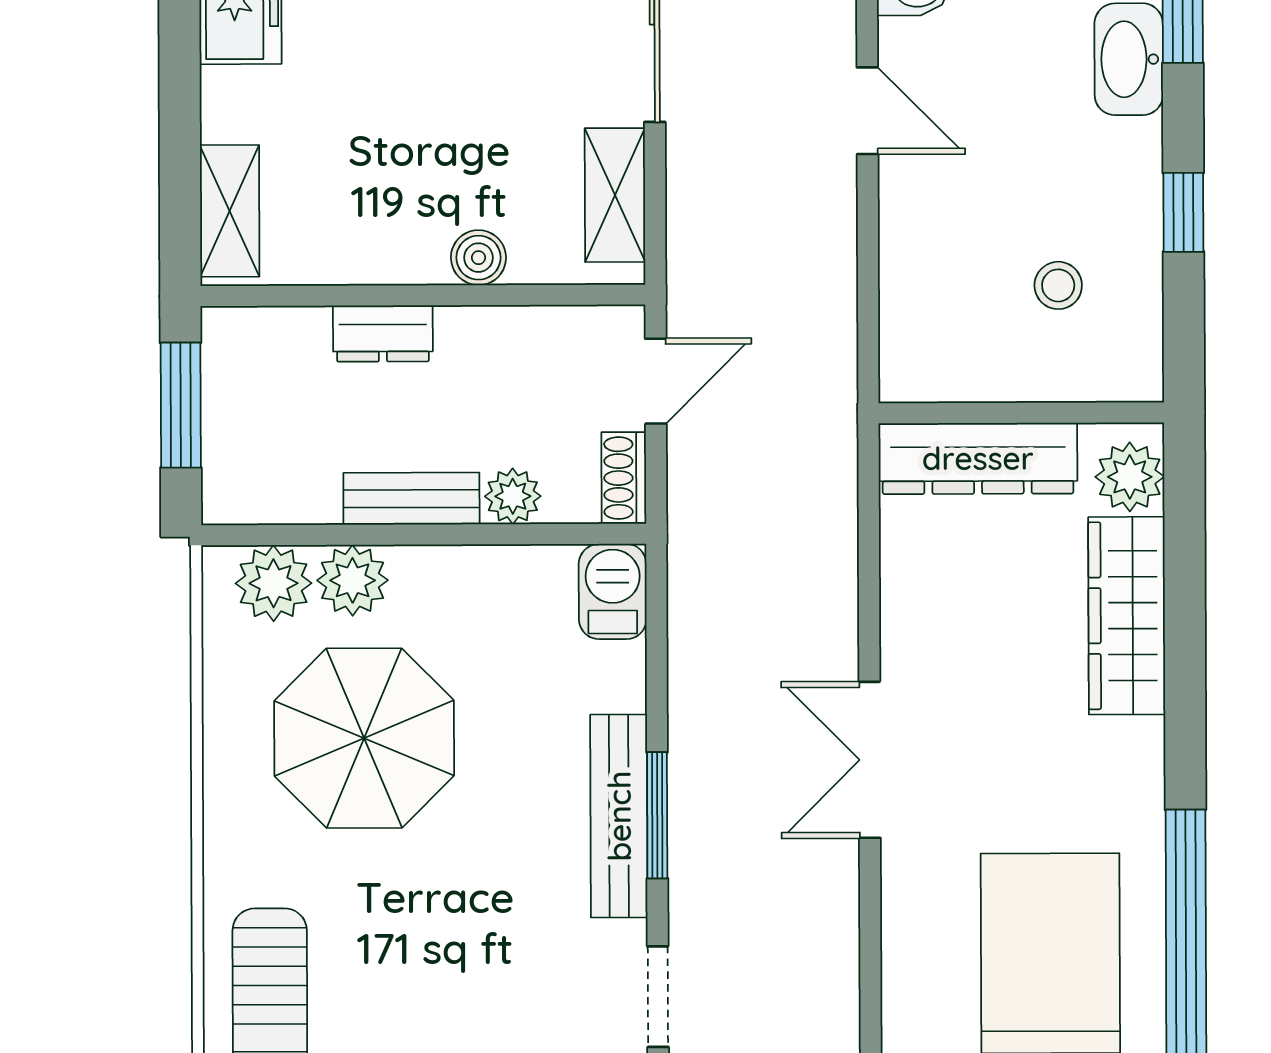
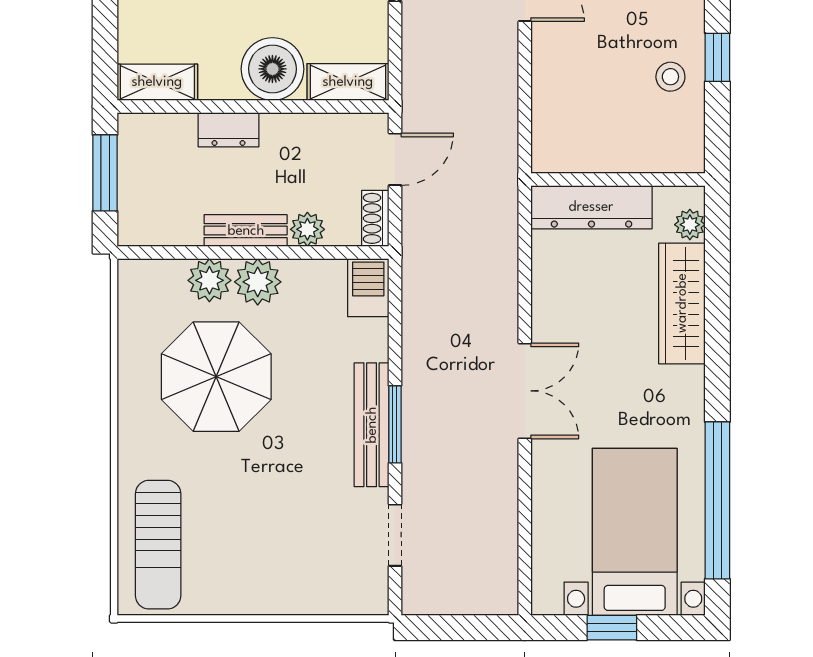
shelving: (615, 195) -> (348, 82), moved, turned 90
shelving: (230, 211) -> (157, 82), moved, turned 90
boiler: (478, 258) -> (272, 69), width x1.86, depth x1.86
stool: (1058, 285) -> (670, 77), moved
plant: (1130, 477) -> (690, 225), width x0.73, depth x0.73
plant: (274, 583) -> (258, 282), moved
double door: (870, 760) -> (525, 391), swing flipped

